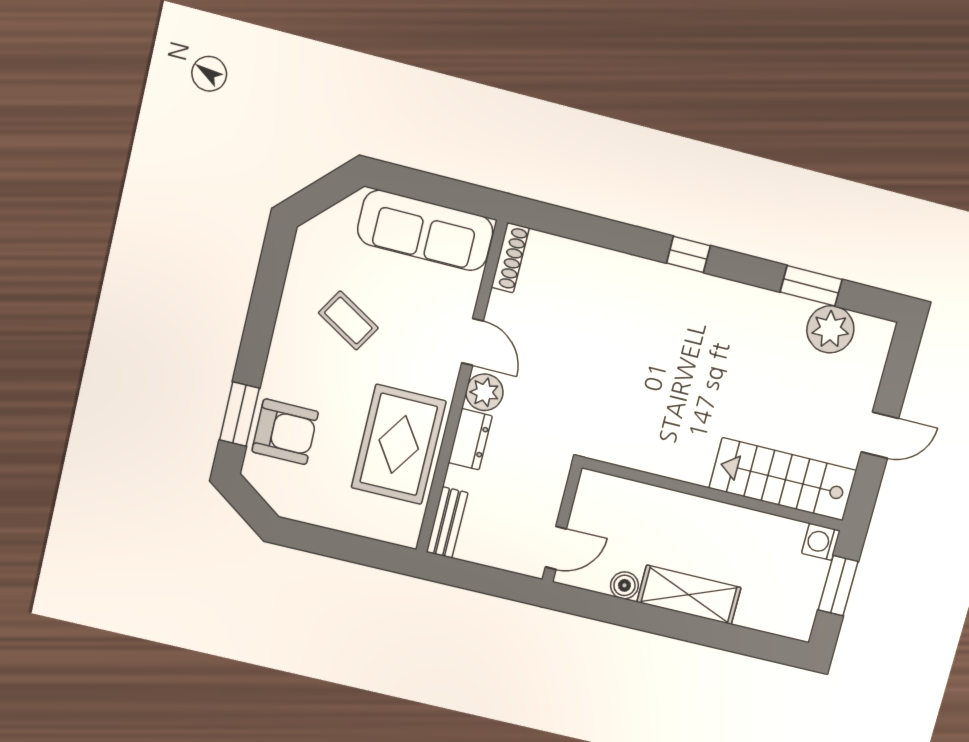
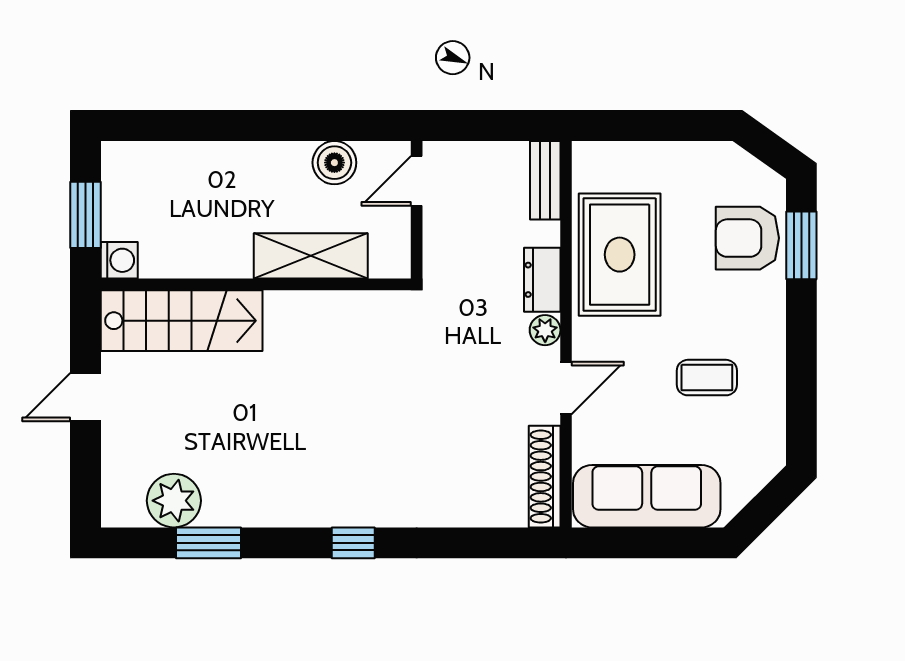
shoe rack: (510, 258) -> (545, 477), width x1.36, depth x1.24
coffee table: (348, 320) -> (707, 378), turned -31
door: (473, 342) -> (566, 388), swing flipped
plant: (484, 392) -> (545, 330), width x0.73, depth x0.73
boiler: (624, 585) -> (334, 163), width x1.36, depth x1.36
shelving: (689, 595) -> (311, 256), moved

